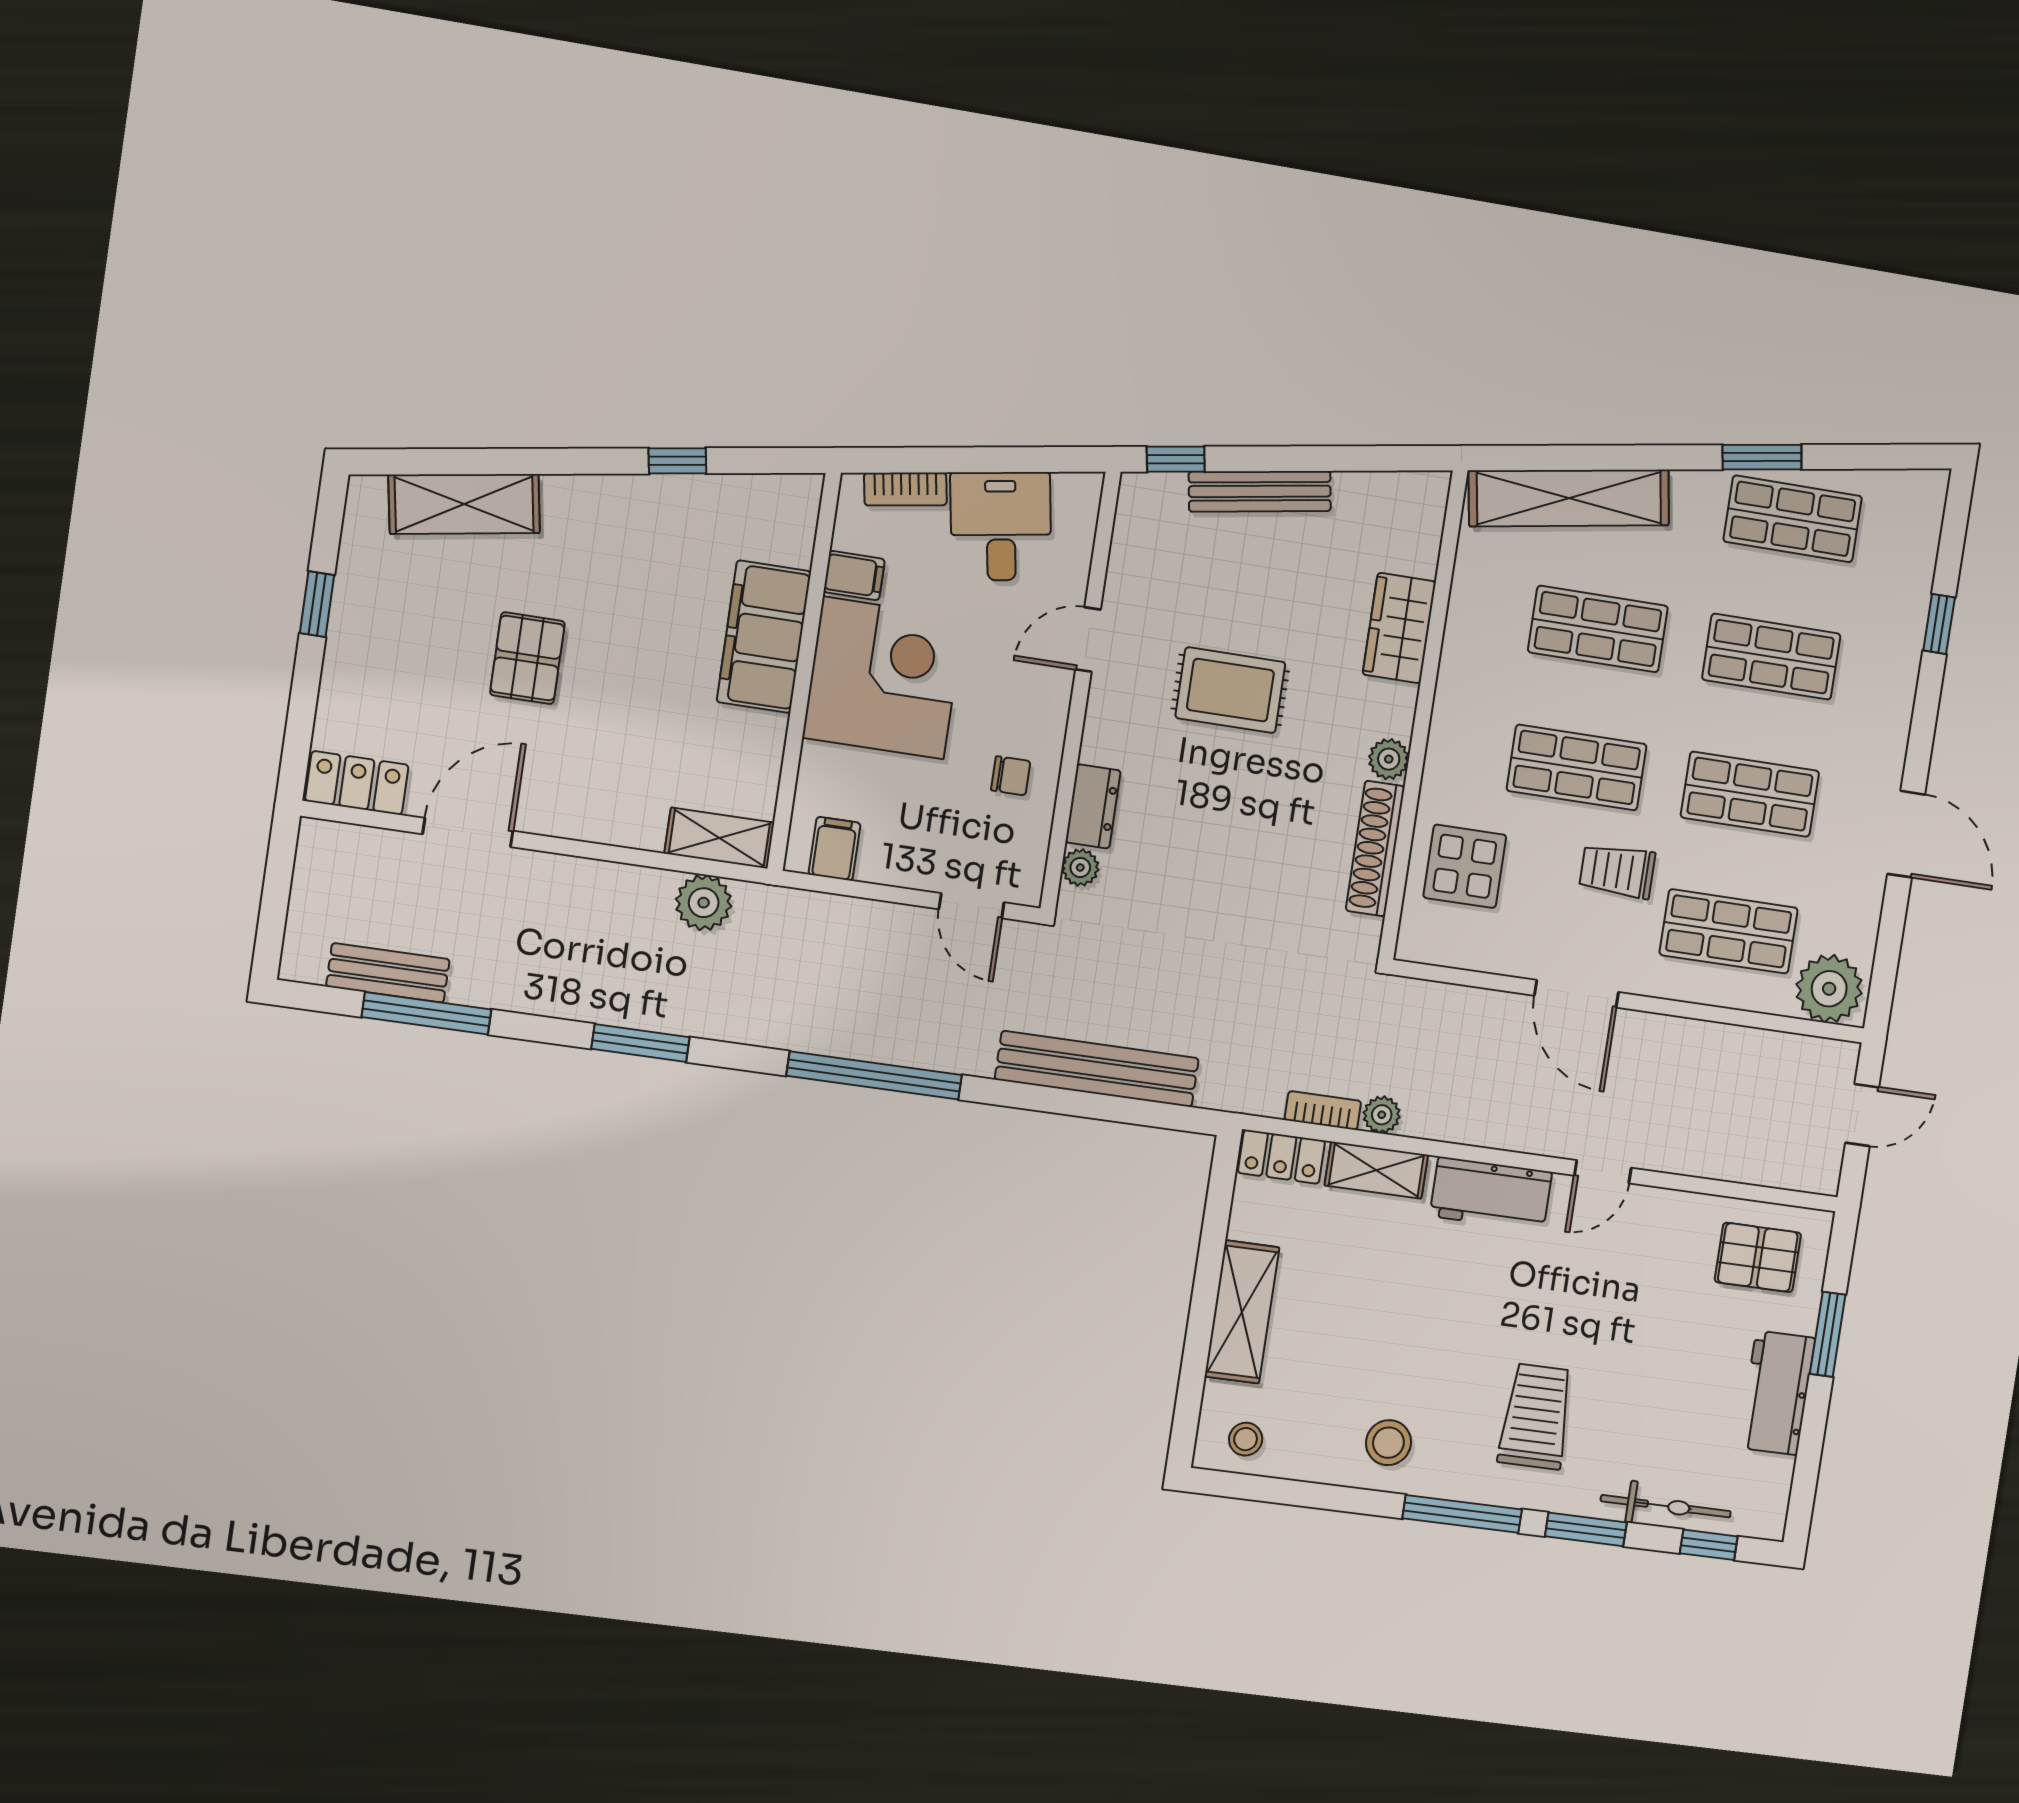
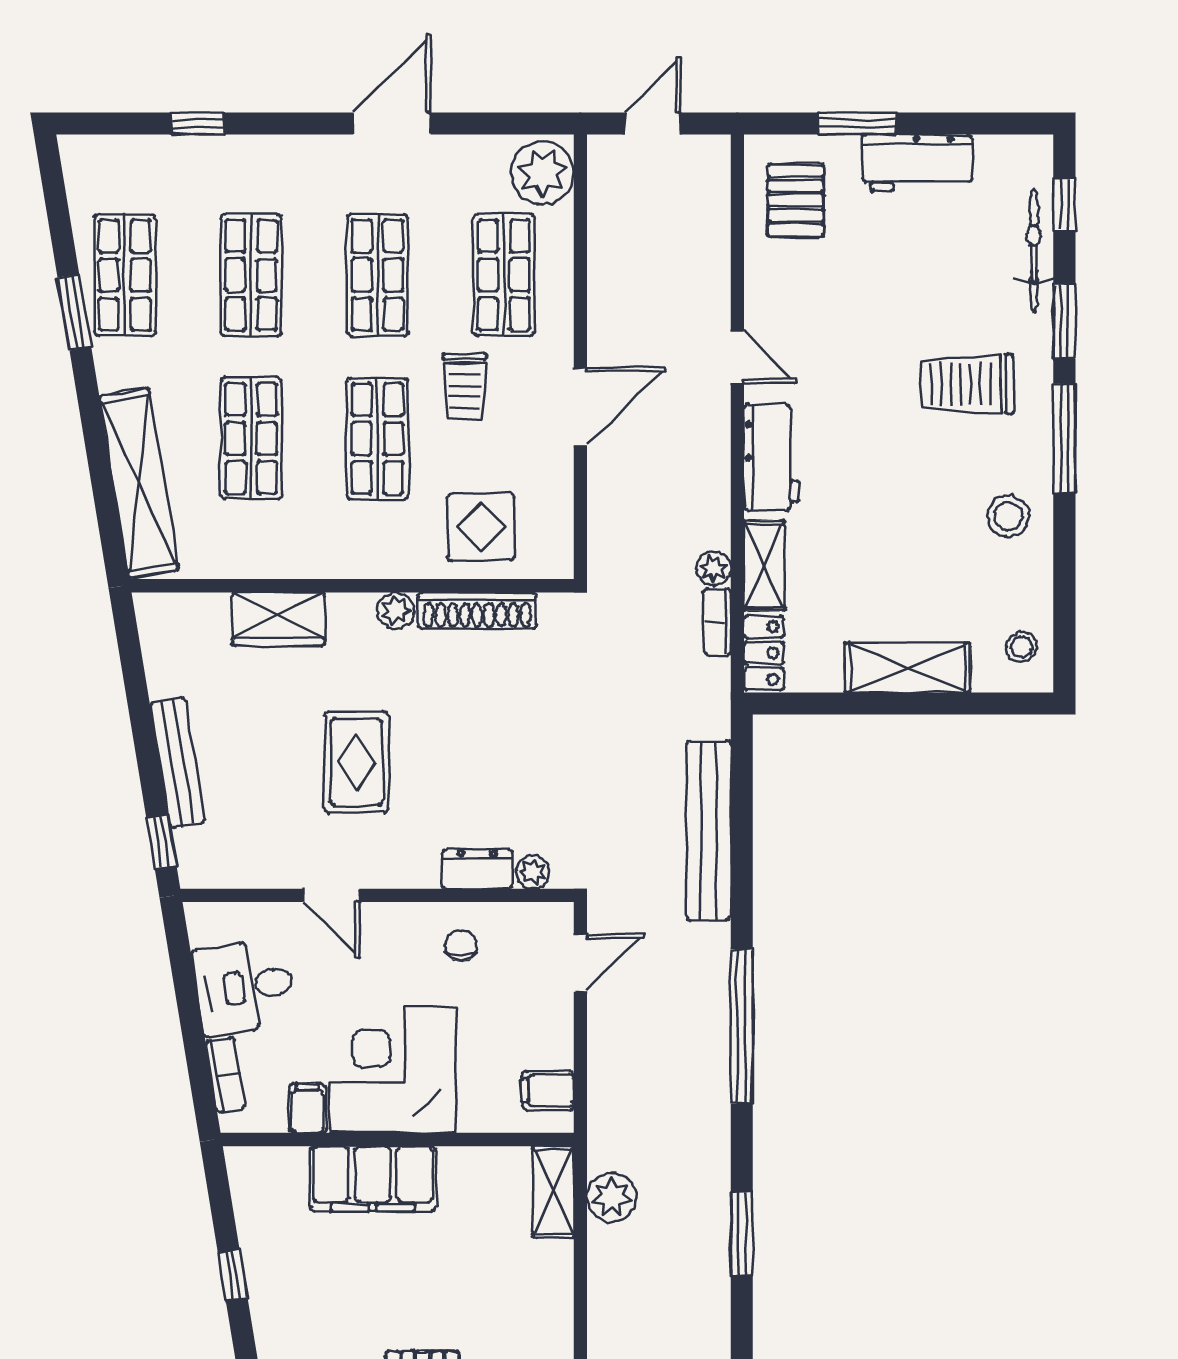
door: (1862, 1115) -> (653, 124), hinge flipped

